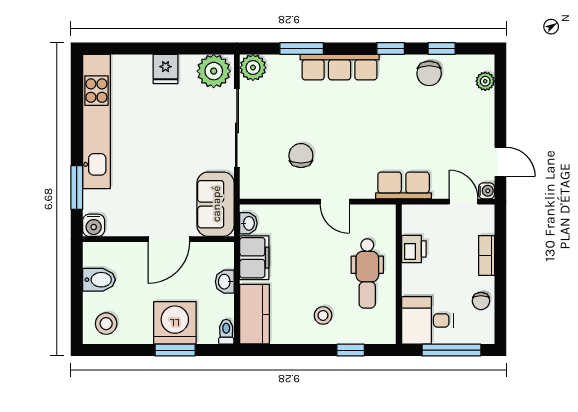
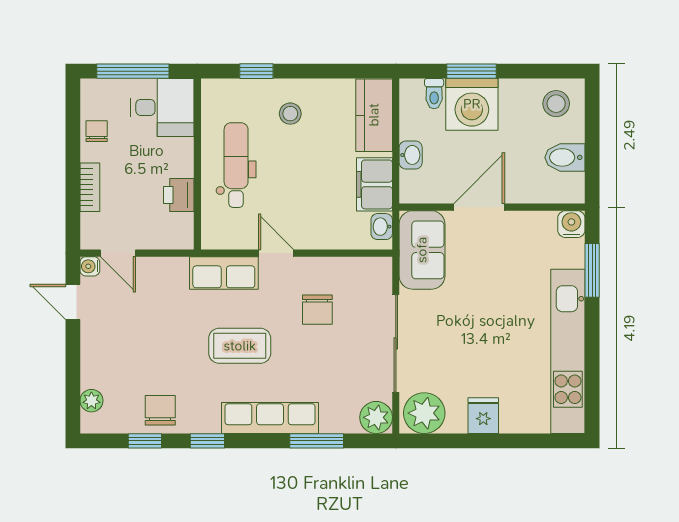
coffee table: (364, 126) -> (240, 346), added
row of seats: (404, 185) -> (224, 273), moved
toilet: (226, 332) -> (434, 94), moved

